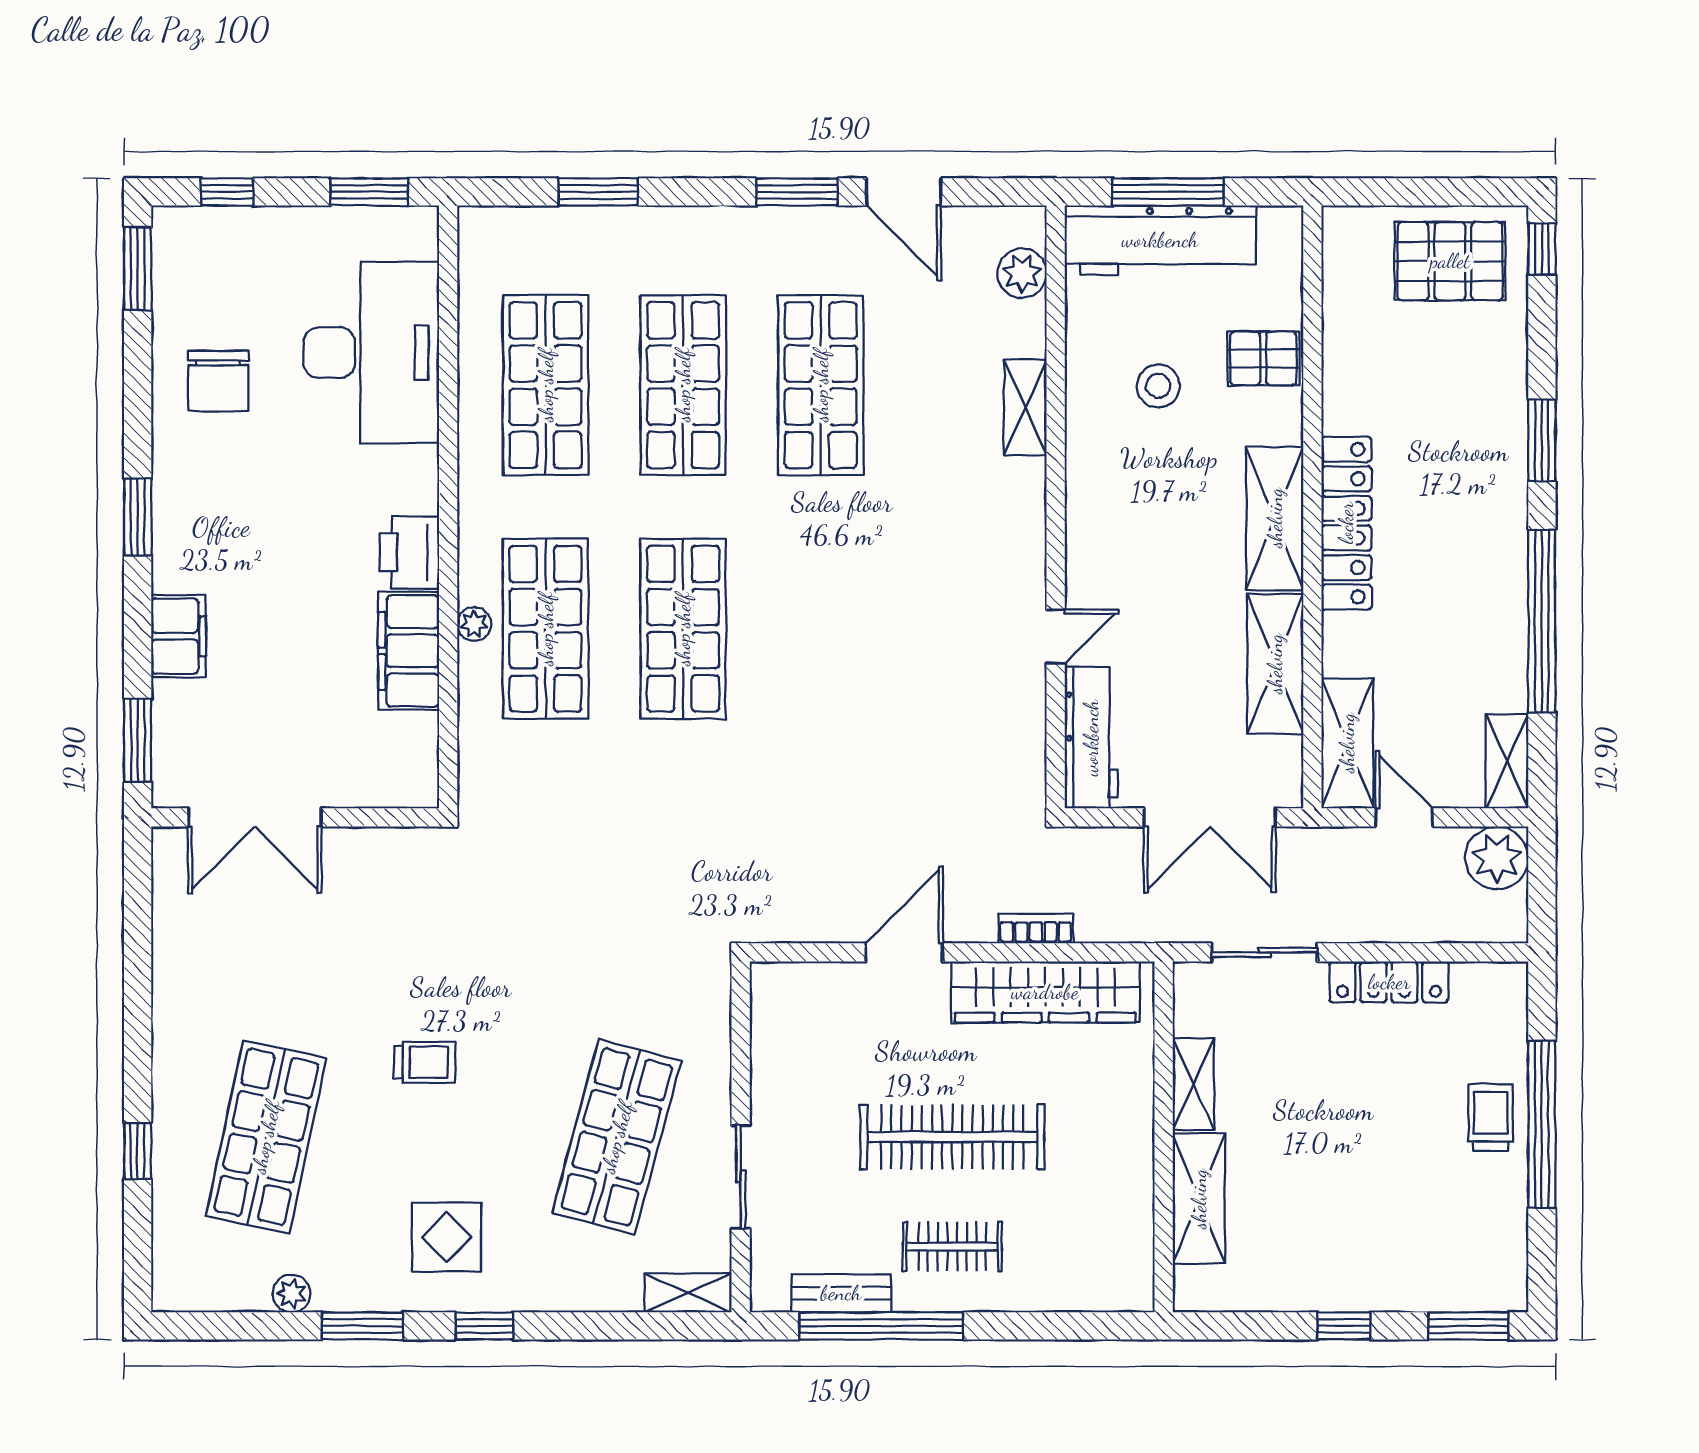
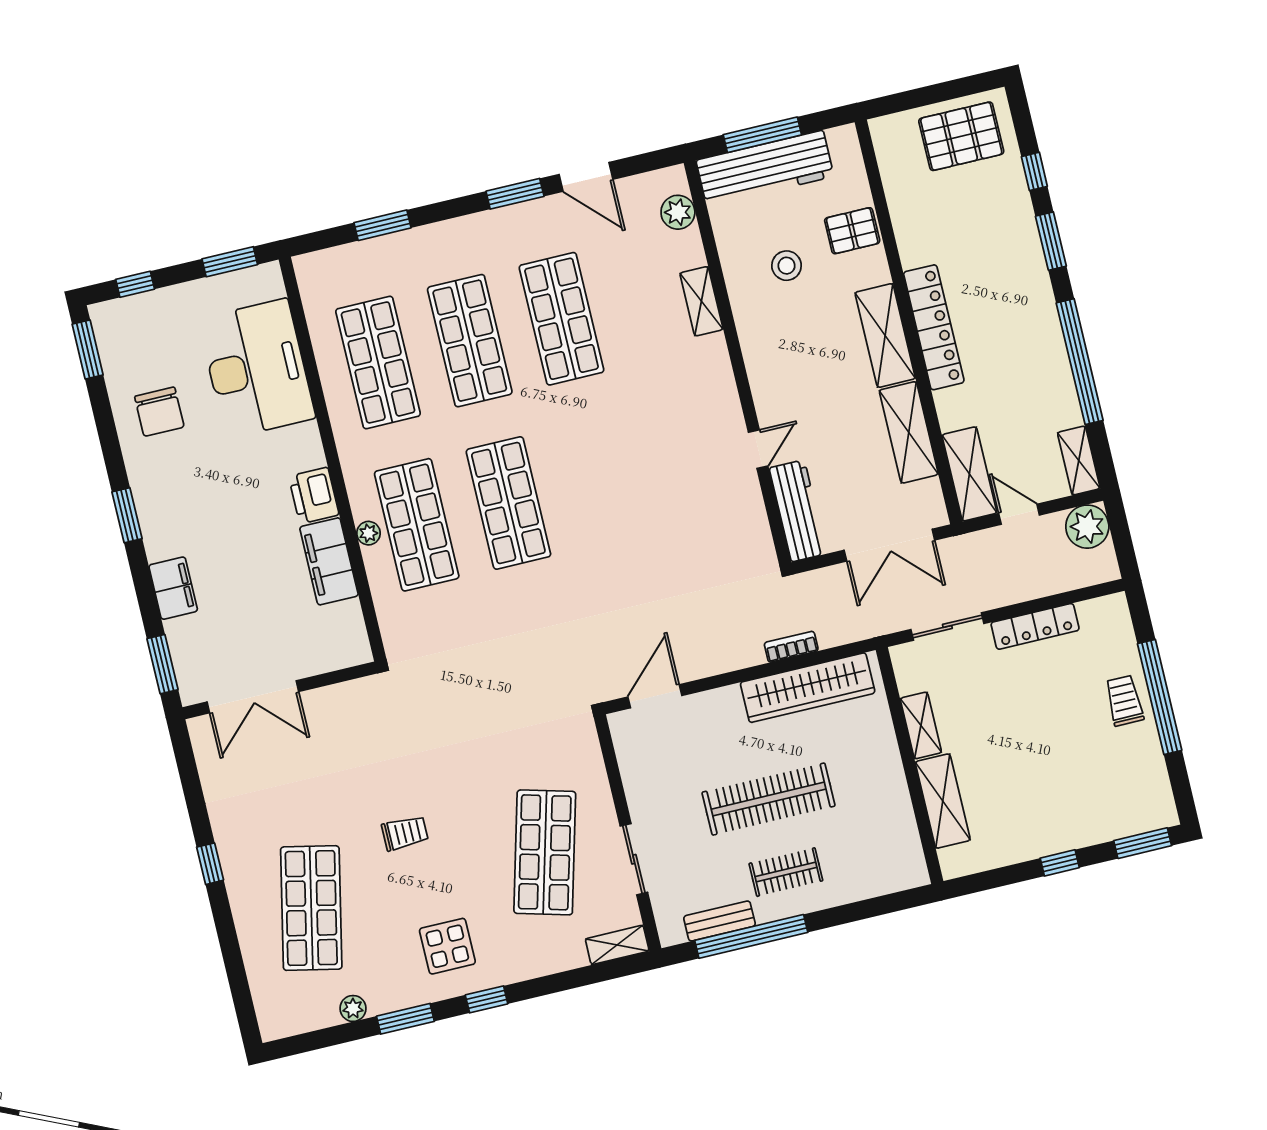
window: (1542, 249) -> (1034, 171), moved
door: (904, 952) -> (655, 696), moved
window: (138, 1151) -> (210, 864), moved

